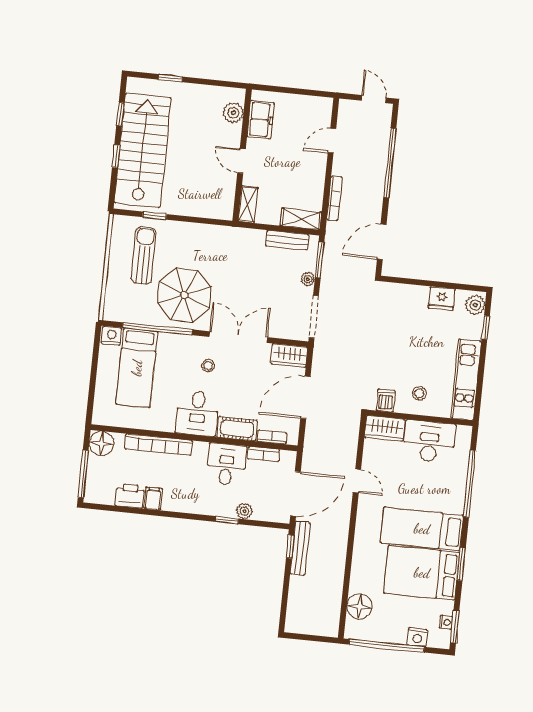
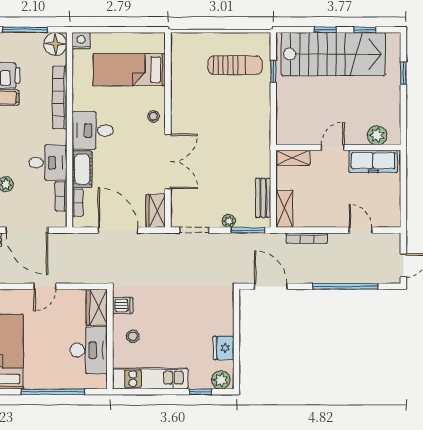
freezer: (261, 120) -> (373, 161), width x1.40
parasol: (184, 295) -> (202, 107), removed
doorway: (314, 317) -> (194, 230), width x0.73
window: (158, 329) -> (168, 85), removed
nightstand: (112, 336) -> (81, 41), moved, turned -90
stool: (208, 366) -> (153, 116), moved

